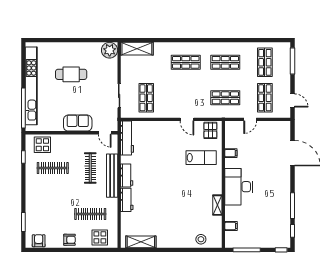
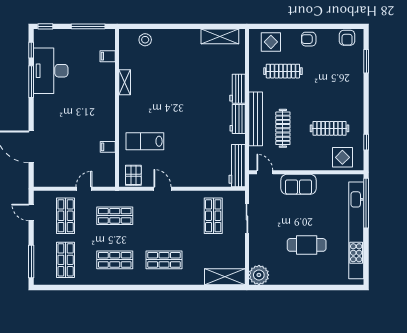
desk: (239, 187) -> (51, 71), moved, turned 180

